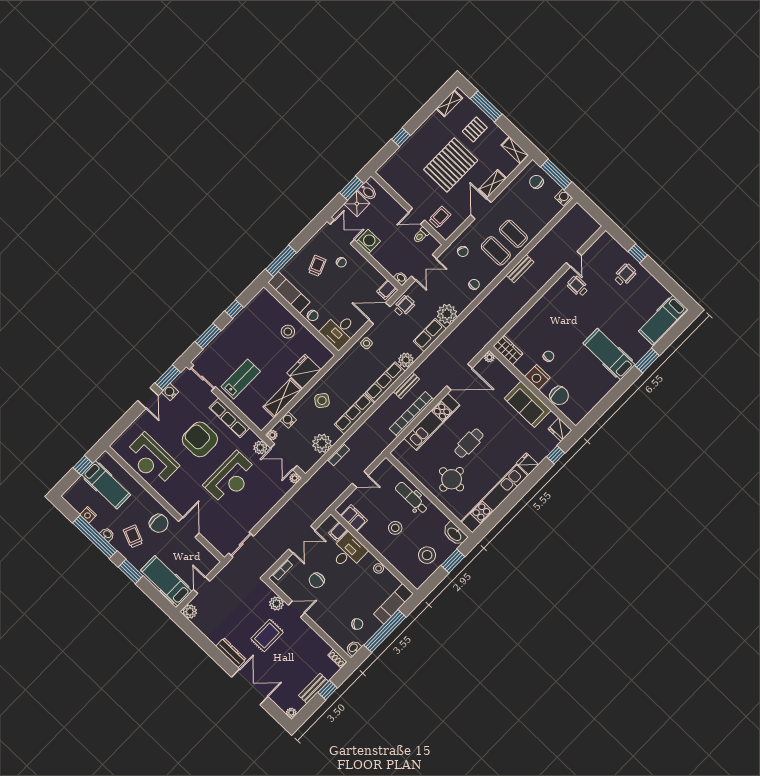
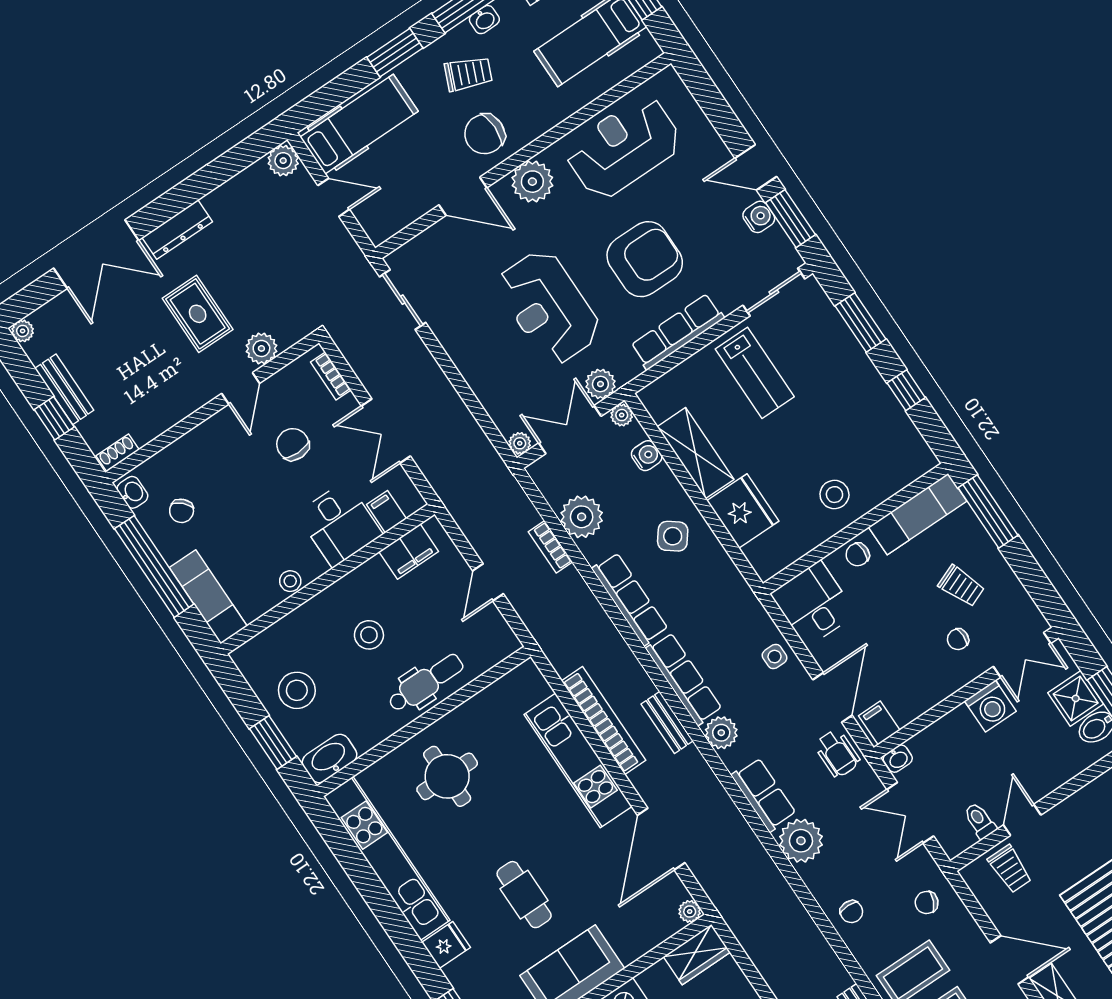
cafe table: (469, 443) -> (524, 895), moved
plant: (176, 497) -> (532, 182), added

